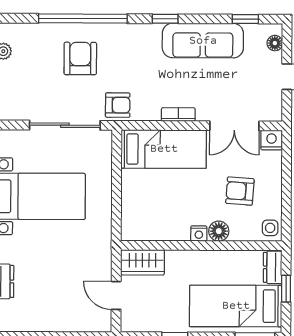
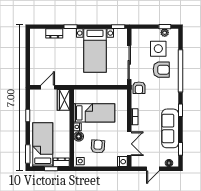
side table: (36, 65) -> (158, 49), added
double door: (234, 126) -> (129, 144), swing flipped
bed: (164, 149) -> (94, 113), moved, turned -90

